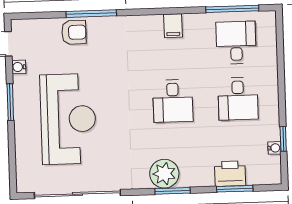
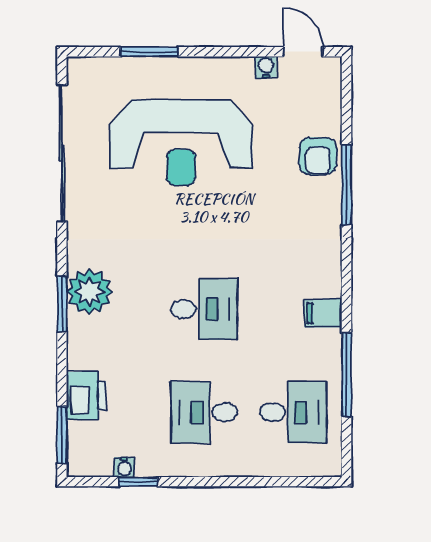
window: (232, 9) -> (347, 375), moved
desk: (173, 101) -> (204, 309), turned 180
window: (10, 102) -> (149, 52), moved
window: (235, 189) -> (62, 435), moved

